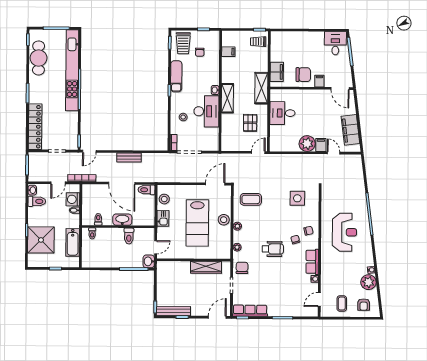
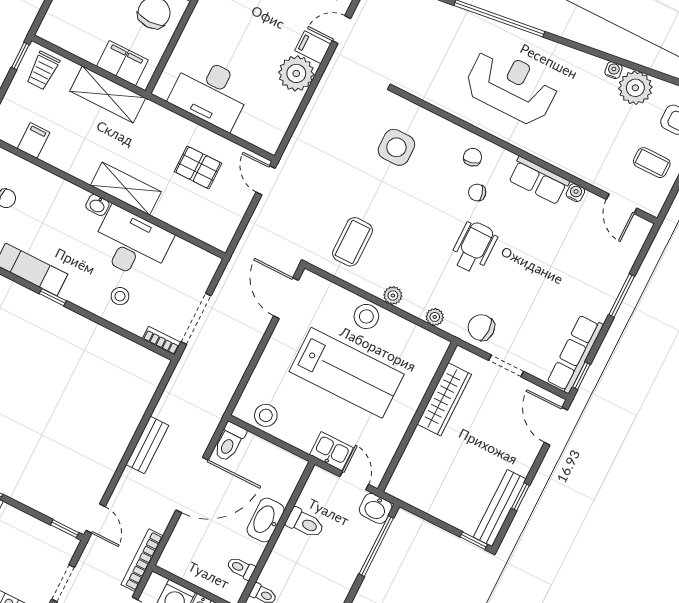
shelving: (261, 88) -> (108, 94), moved
desk: (282, 113) -> (211, 93), width x1.37
kitchen sink: (163, 218) -> (331, 451), moved

